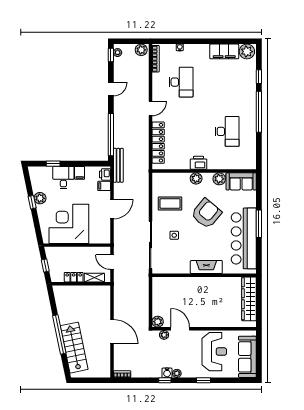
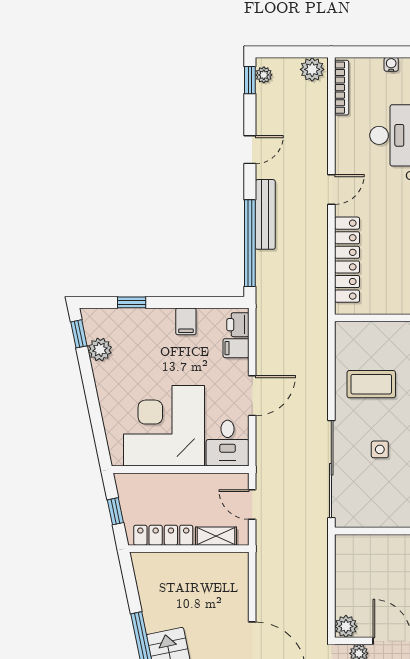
bench: (118, 165) -> (265, 214), moved
desk: (63, 178) -> (228, 443), moved, turned 180
plant: (40, 198) -> (100, 349), moved
window: (32, 202) -> (79, 334), moved
locker: (74, 277) -> (163, 535), width x1.53

